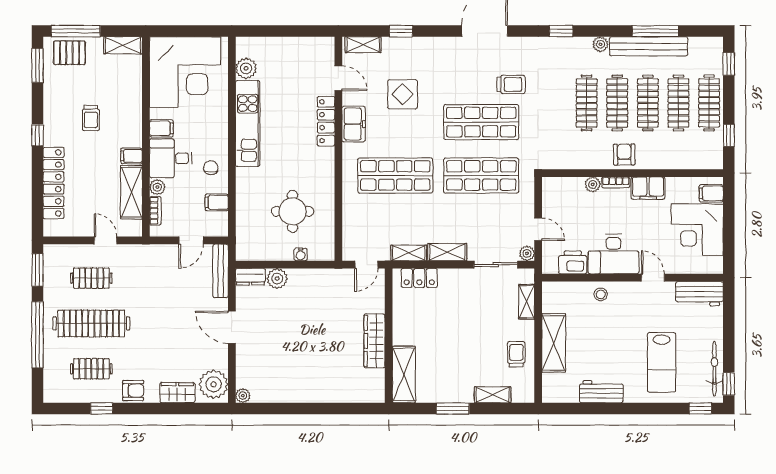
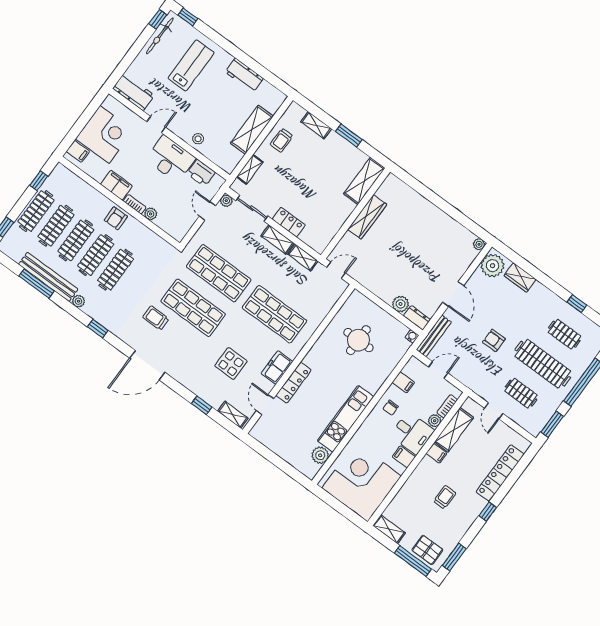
water cooler: (301, 254) -> (412, 336), moved
locker: (419, 278) -> (289, 222), moved
door: (653, 278) -> (156, 125), swing flipped
armchair: (133, 391) -> (494, 340), moved

